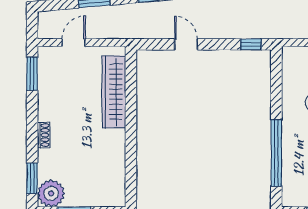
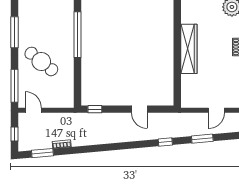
wardrobe: (114, 92) -> (189, 49), moved

